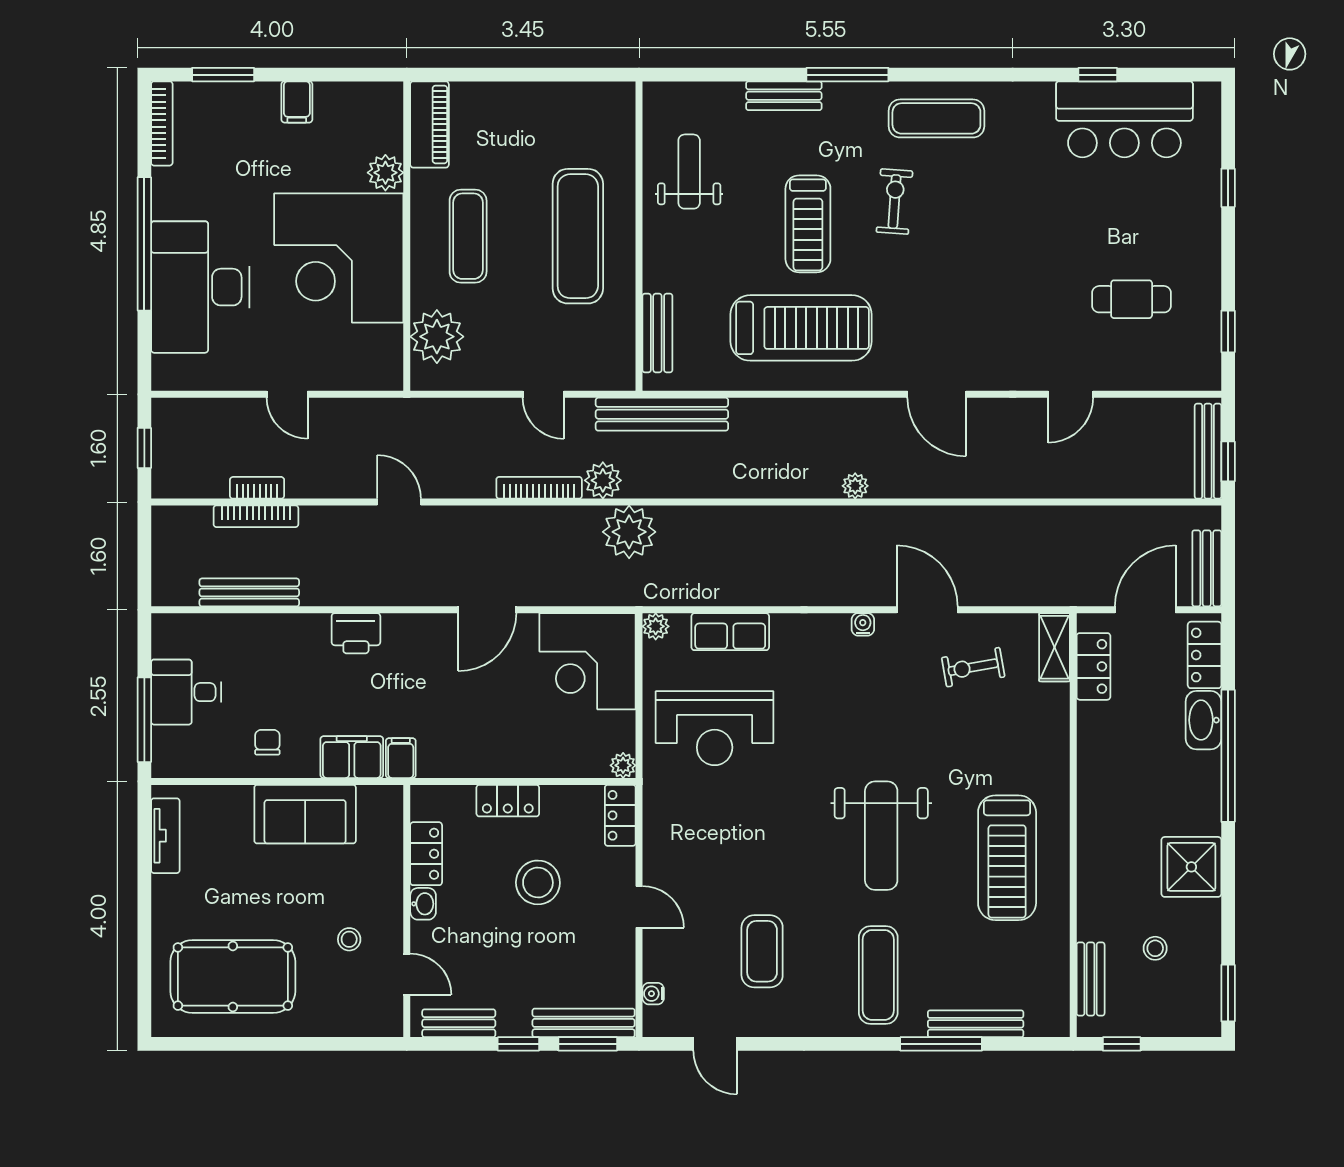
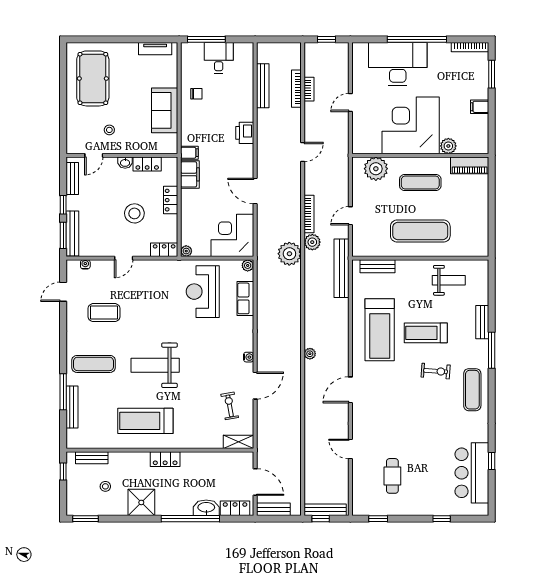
locker: (1093, 666) -> (165, 459), moved
filing cabinet: (352, 757) -> (190, 174), moved

